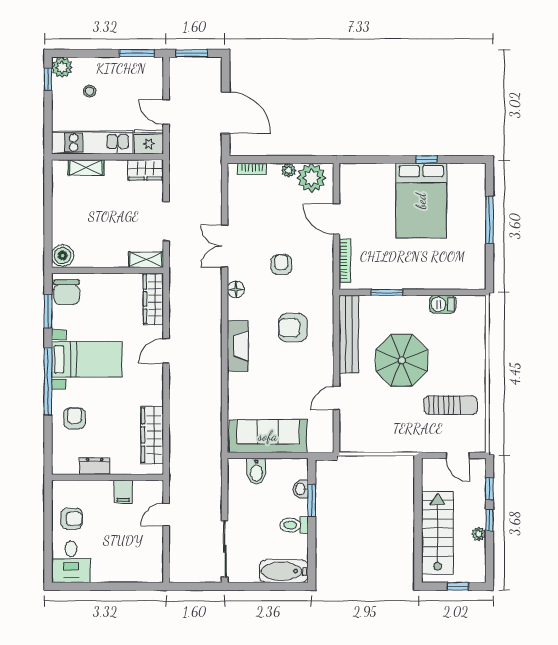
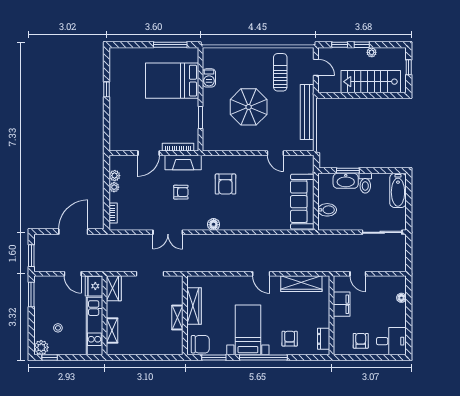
door: (166, 112) -> (73, 274), hinge flipped
plant: (312, 178) -> (115, 176), width x0.53, depth x0.53
bed: (421, 201) -> (172, 81), moved, turned 180
window: (489, 220) -> (170, 45), moved
boiler: (63, 256) -> (174, 347), removed
shelving: (146, 260) -> (177, 318), moved
armchair: (281, 265) -> (181, 192), turned 180
floor lamp: (236, 289) -> (214, 224), moved
wardrobe: (153, 299) -> (194, 306), moved, turned -90
bench: (349, 334) -> (307, 112), moved, turned 90
fireplace: (238, 346) -> (183, 162), moved, turned 180
door: (166, 351) -> (261, 274), moved
armchair: (75, 418) -> (290, 339), turned 90
door: (458, 455) -> (316, 67), hinge flipped
dresser: (95, 466) -> (324, 339), moved
washbasin: (301, 489) -> (346, 181), width x1.91, depth x1.45
filing cabinet: (123, 492) -> (342, 304), width x2.00
floor lamp: (132, 576) -> (401, 298), added

